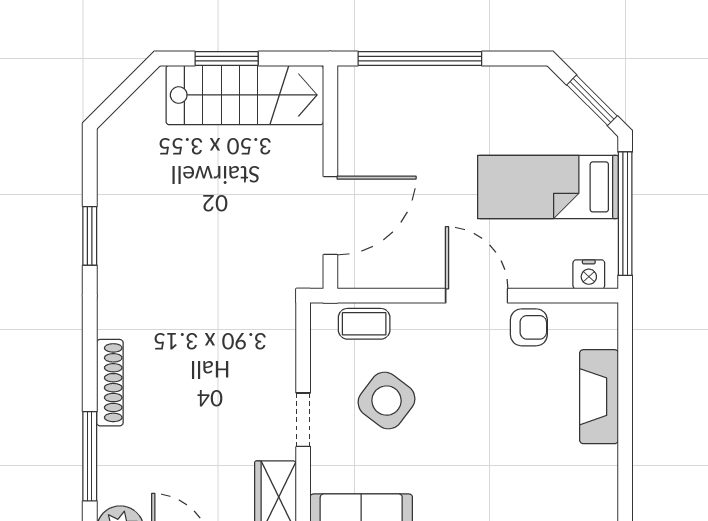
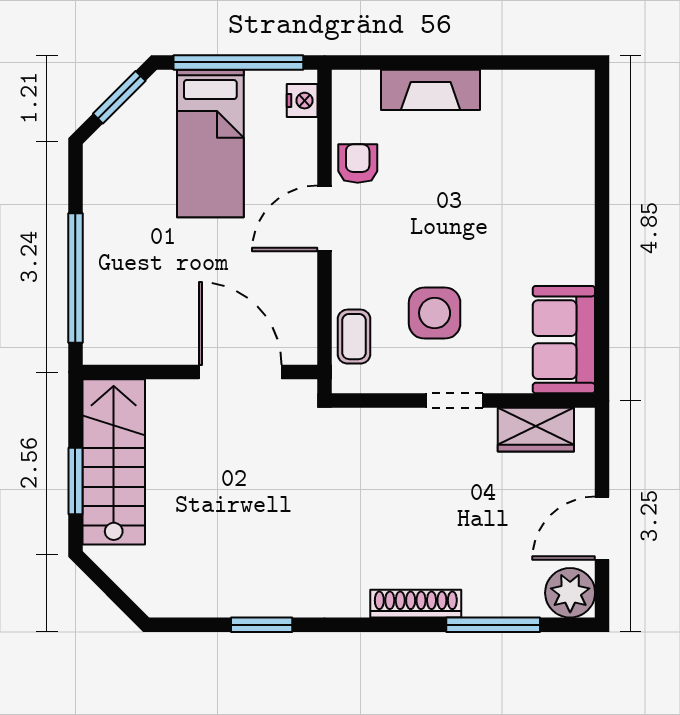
side table: (386, 401) -> (435, 313), turned -37

